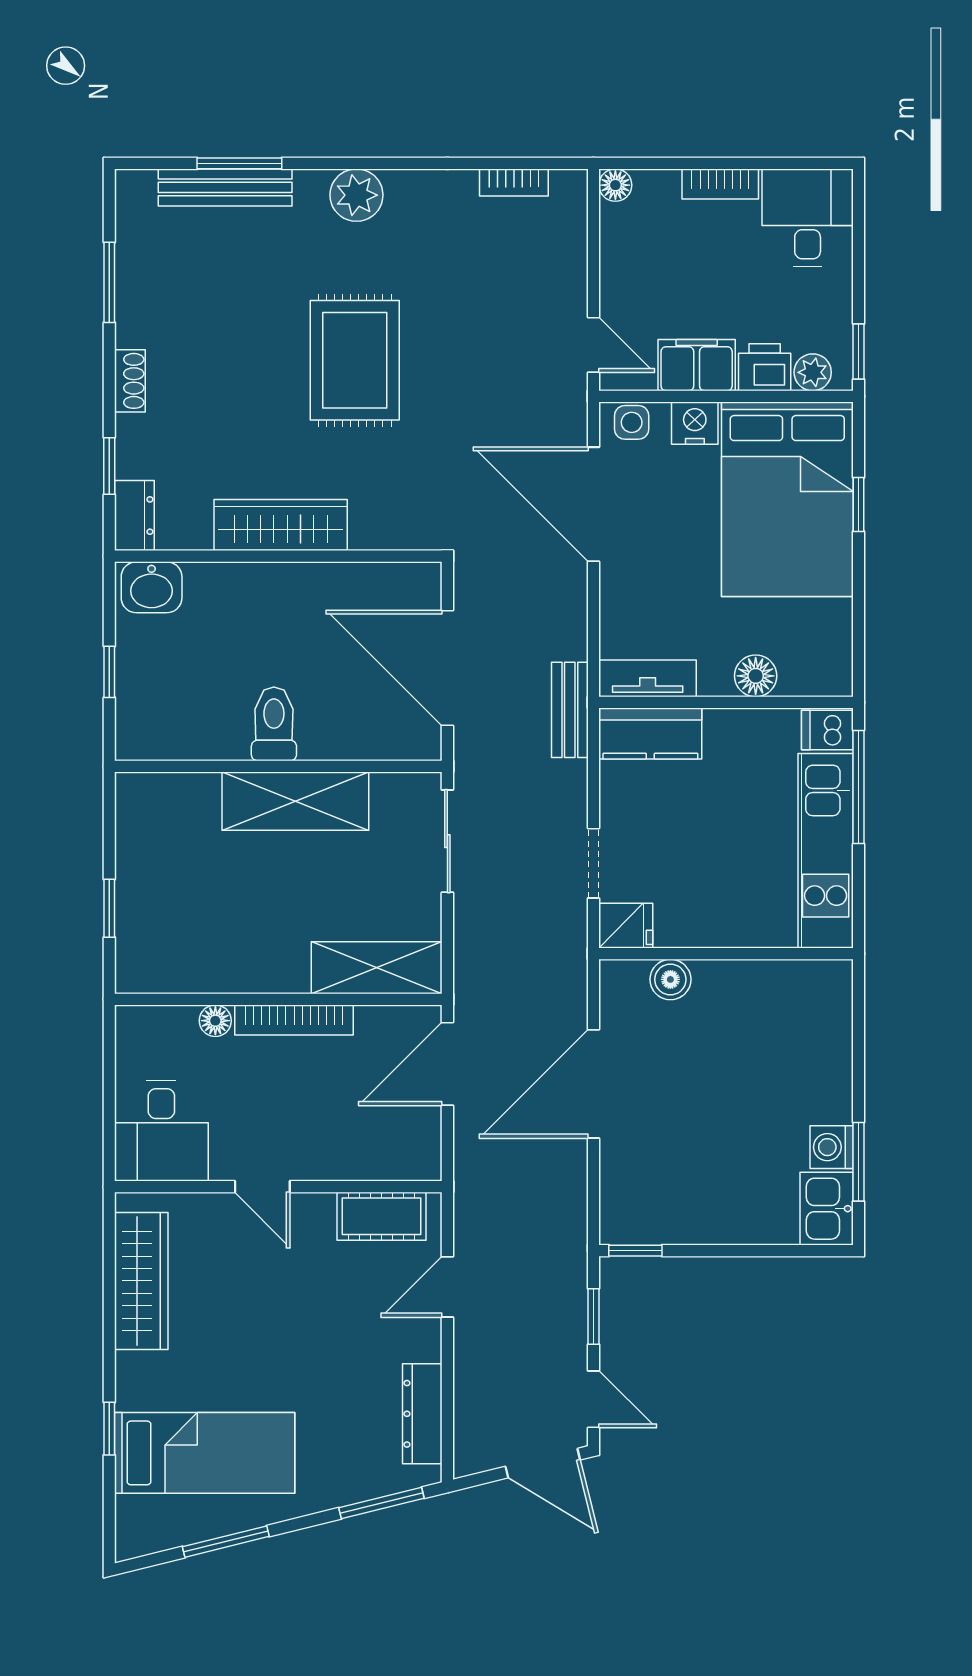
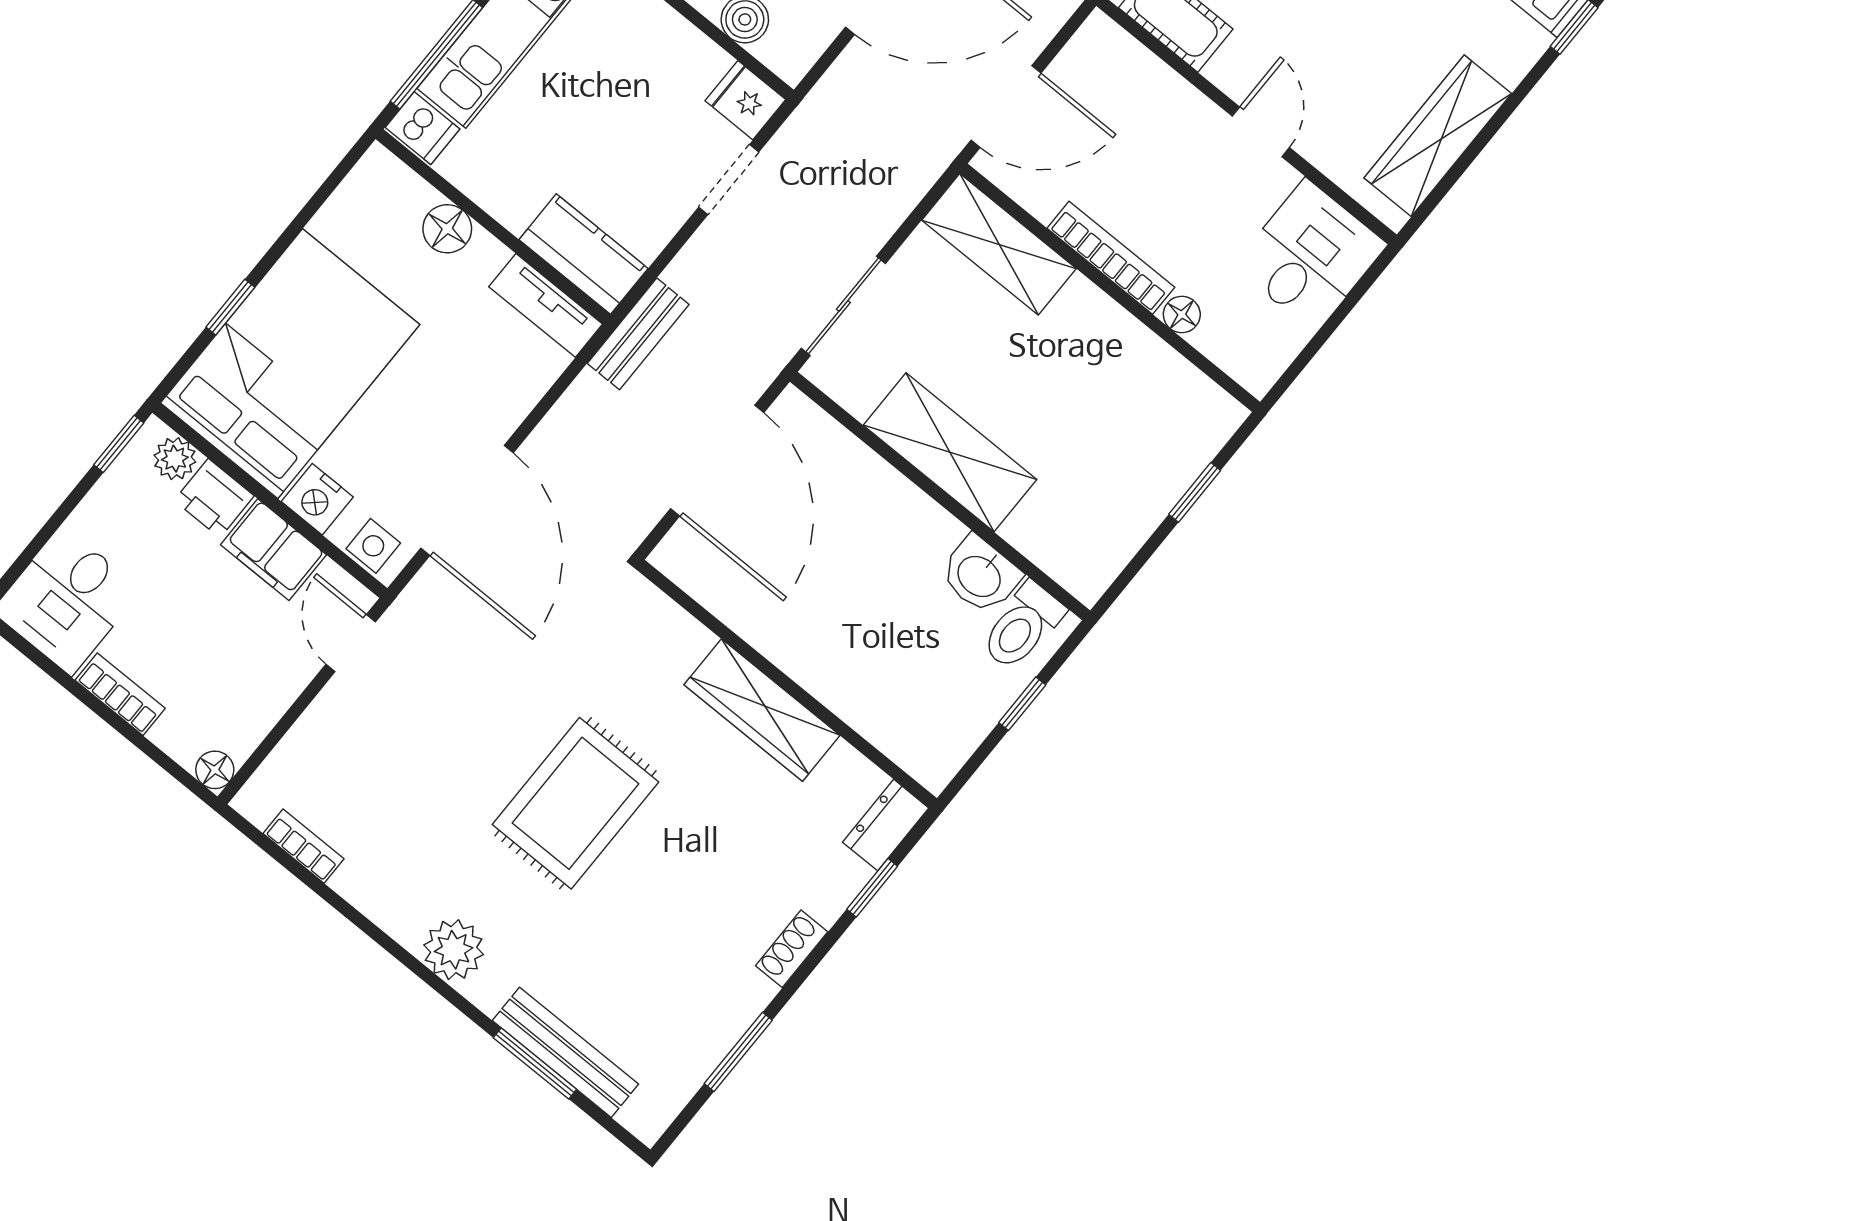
washbasin: (152, 587) -> (980, 575), moved, turned 180
toilet: (274, 724) -> (1022, 626), moved

